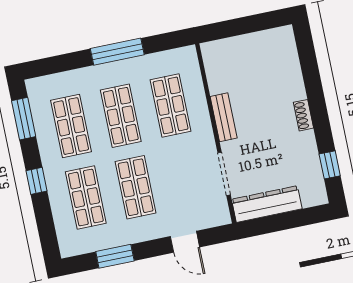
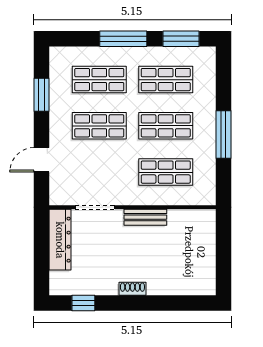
window: (36, 181) -> (123, 39), width x2.17

